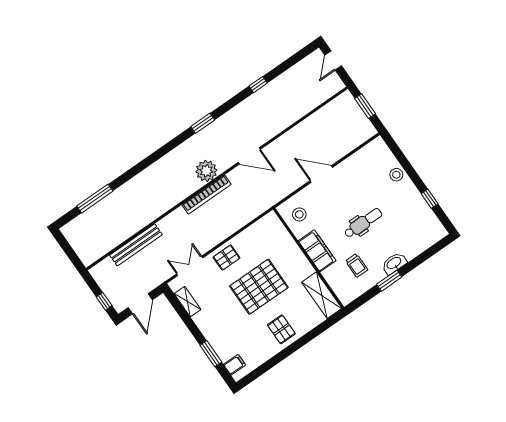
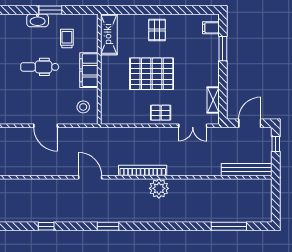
plant: (206, 171) -> (159, 188), moved
bench: (136, 245) -> (247, 170), moved

